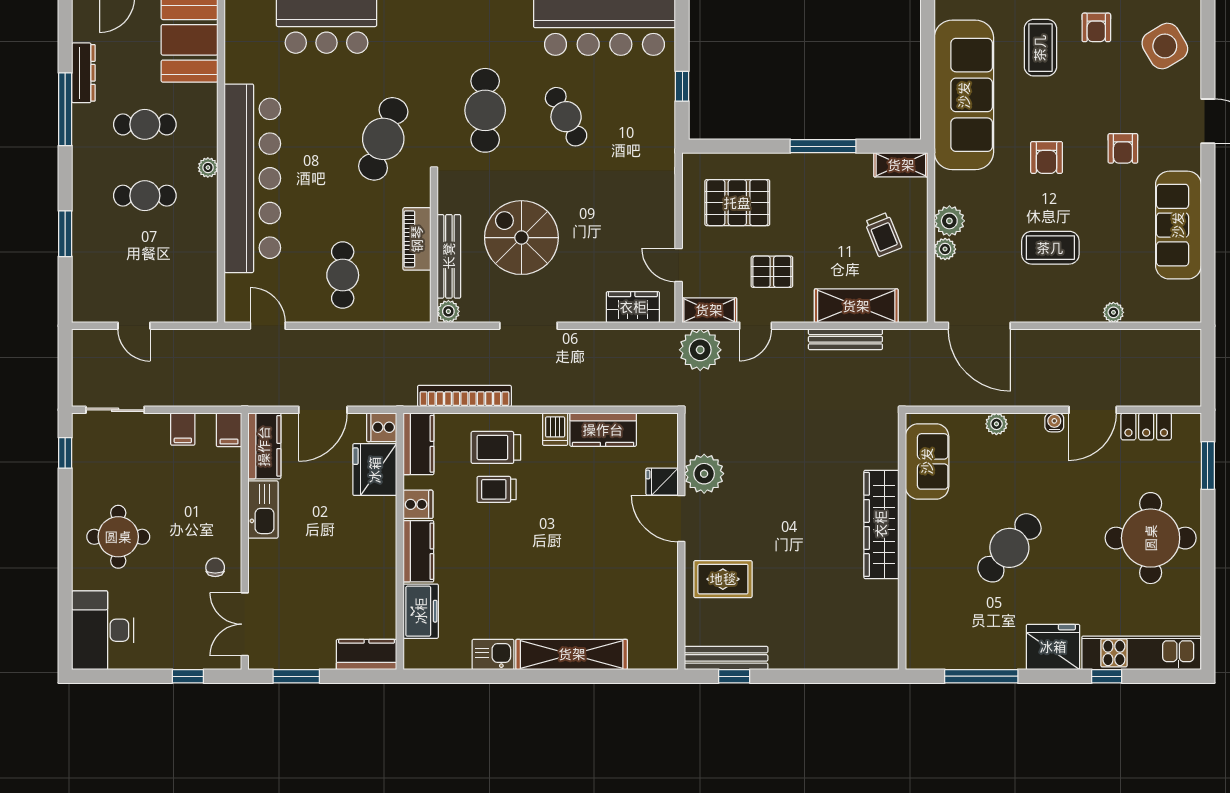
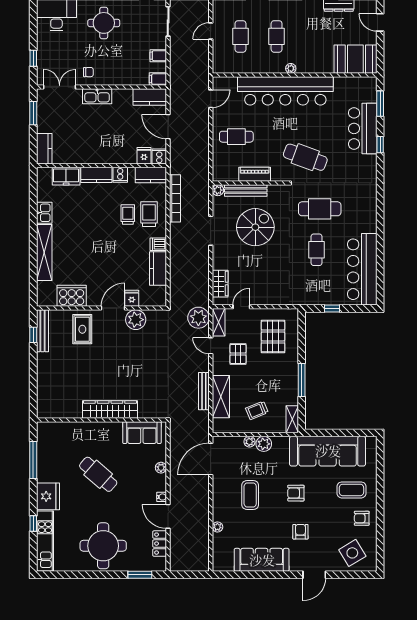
cafe table: (566, 117) -> (317, 250), turned -62
cafe table: (145, 124) -> (240, 36), moved
armchair: (1123, 148) -> (300, 532), turned 90
fridge: (375, 470) -> (144, 156), width x0.53, depth x0.75
kitchen sink: (263, 509) -> (97, 96), moved
cooker: (657, 600) -> (72, 296), added

